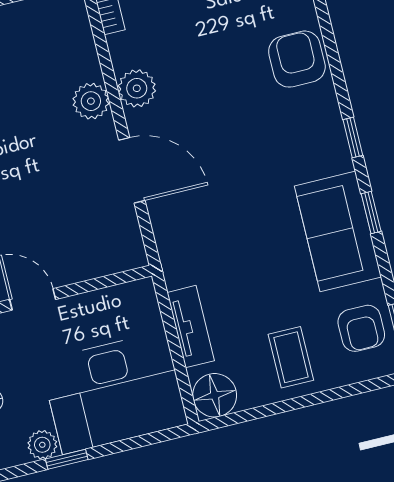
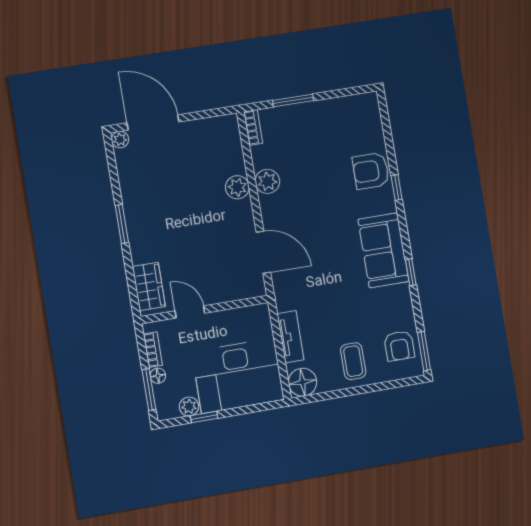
armchair: (297, 59) -> (371, 171), turned -90
window: (353, 138) -> (397, 187), moved
door: (132, 170) -> (263, 252), moved
sofa: (338, 231) -> (383, 250), moved

